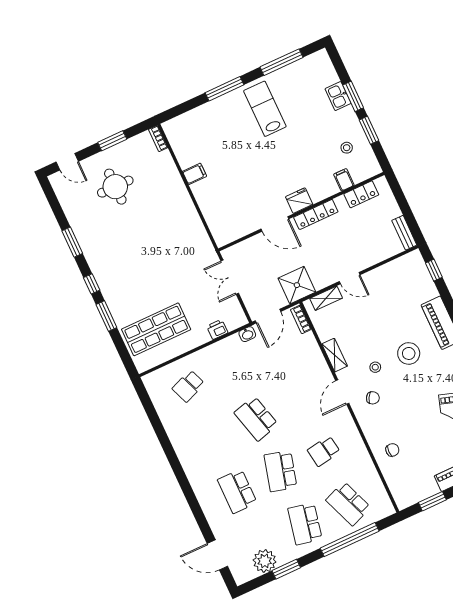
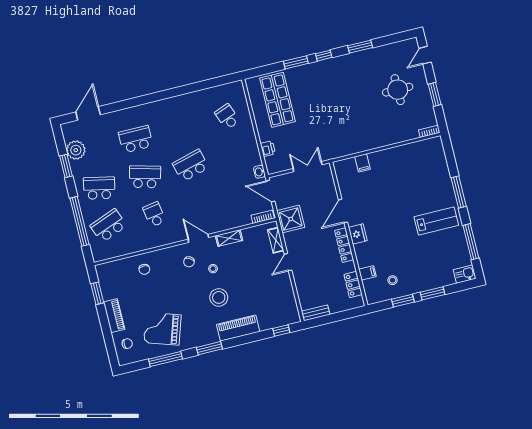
kitchen sink: (338, 96) -> (465, 274), moved
filing cabinet: (195, 174) -> (362, 163), moved

